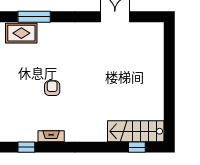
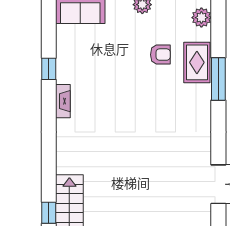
armchair: (52, 88) -> (160, 55), moved

